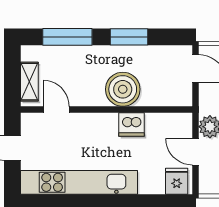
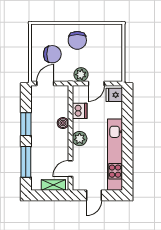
boiler: (123, 89) -> (63, 123), width x0.54, depth x0.54
plant: (105, 124) -> (80, 139), added
dishwasher: (131, 124) -> (80, 111), moved

